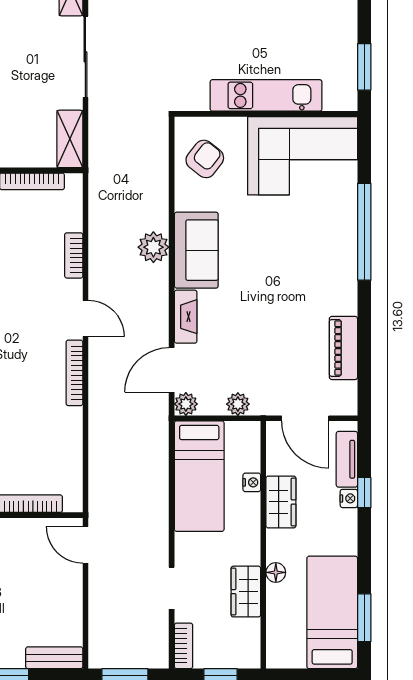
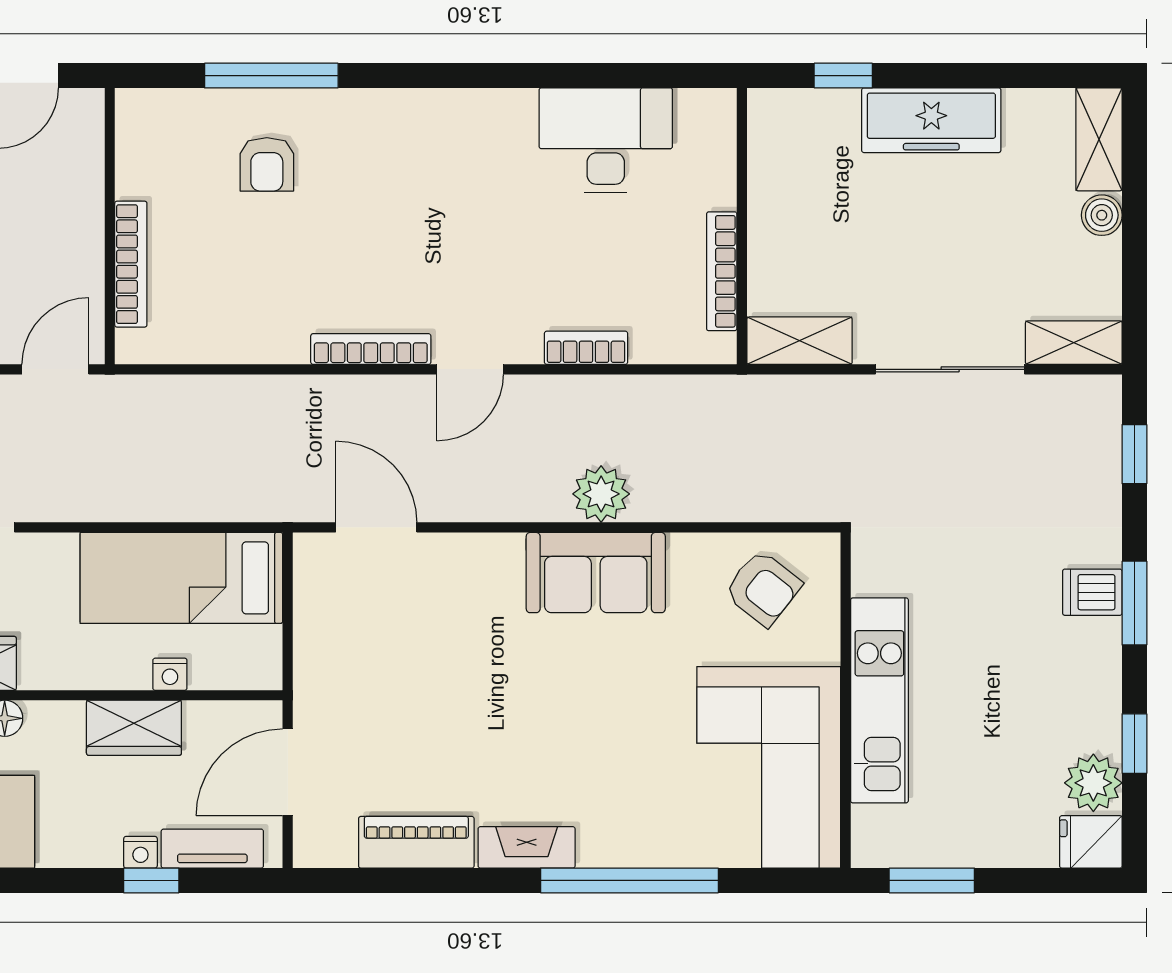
fireplace: (186, 317) -> (527, 847), moved, turned 180
plant: (186, 404) -> (314, 553), removed
plant: (238, 404) -> (314, 649), removed

